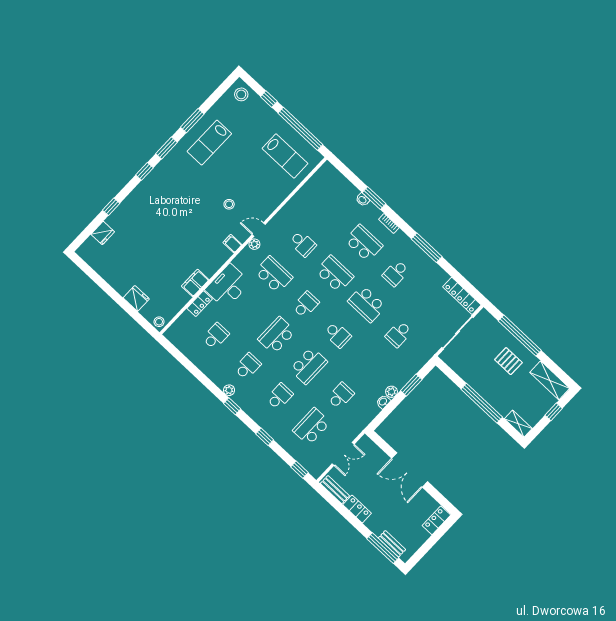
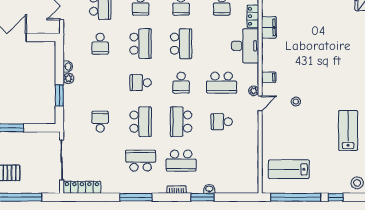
school desk: (396, 273) -> (141, 161), width x1.85
school desk: (335, 274) -> (181, 122), turned 90
school desk: (367, 304) -> (141, 122), turned 90
school desk: (309, 366) -> (141, 44), turned 180

